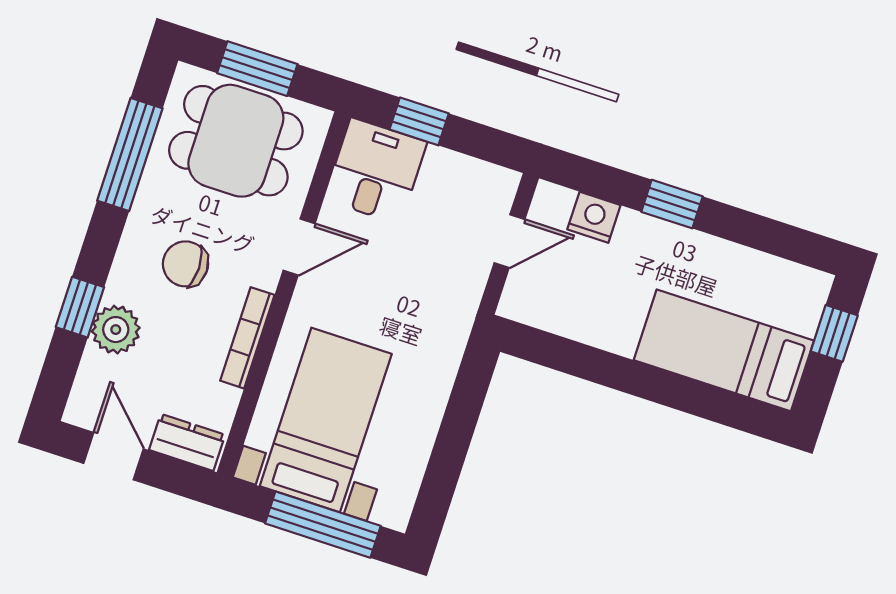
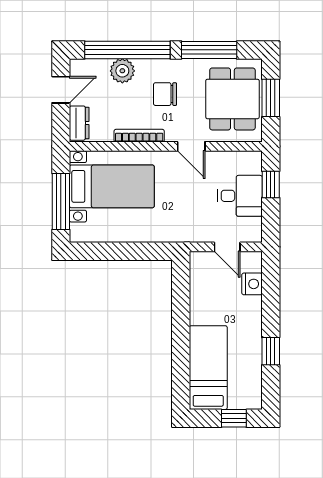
desk: (376, 171) -> (240, 196), moved
window: (672, 204) -> (271, 351), moved
chair: (185, 264) -> (165, 94), turned -90
window: (80, 307) -> (127, 50), width x3.17

